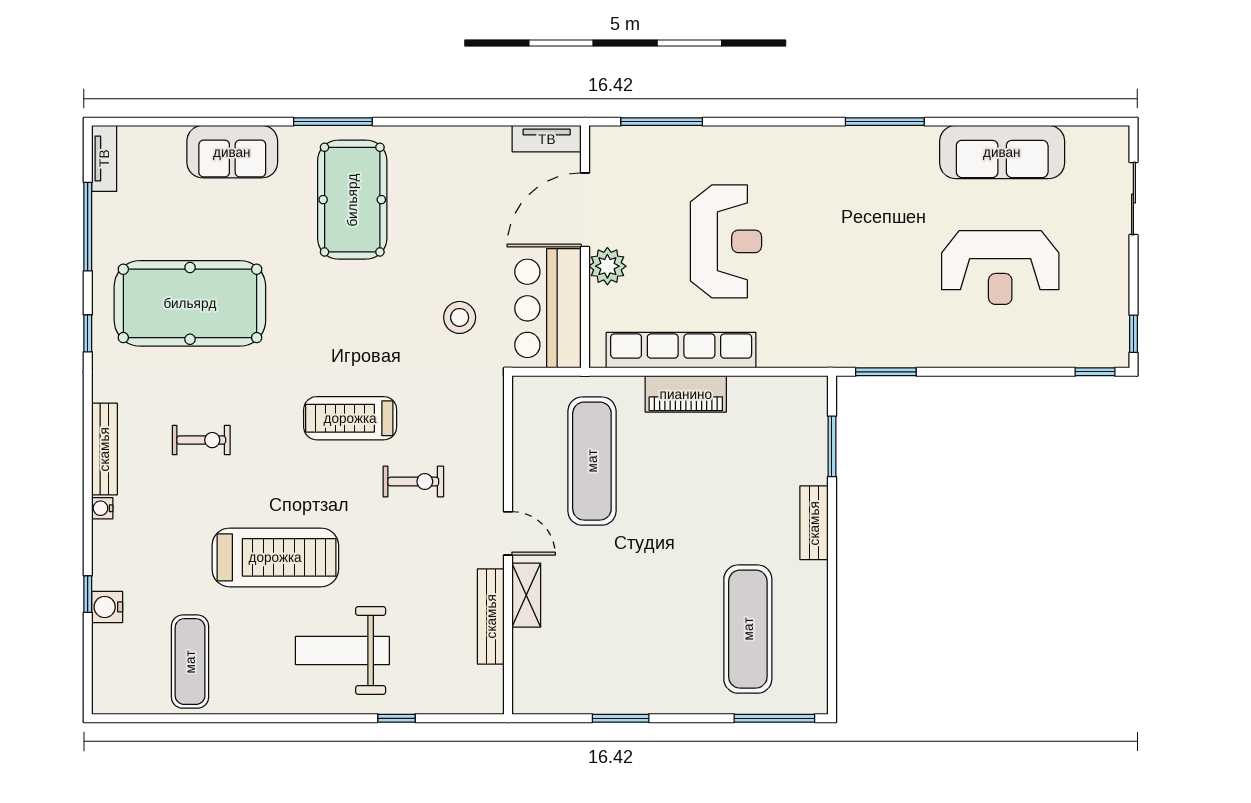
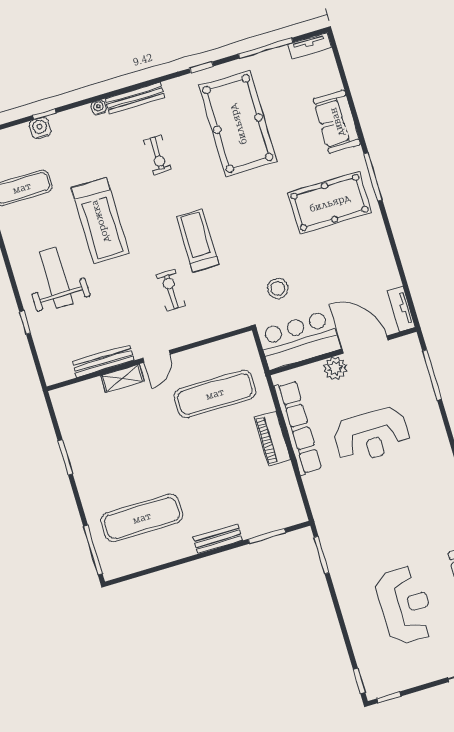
reception desk: (1000, 268) -> (405, 605), turned 180
exercise bike: (413, 482) -> (171, 290), turned 180

